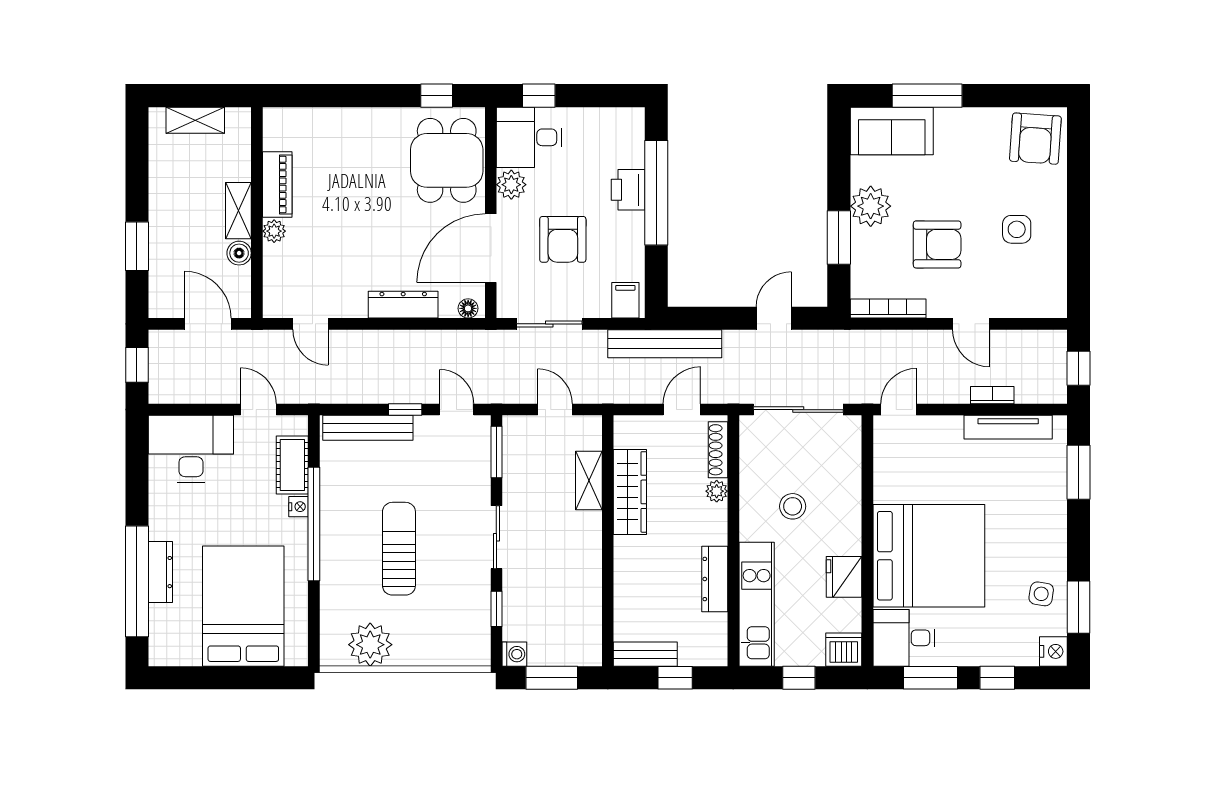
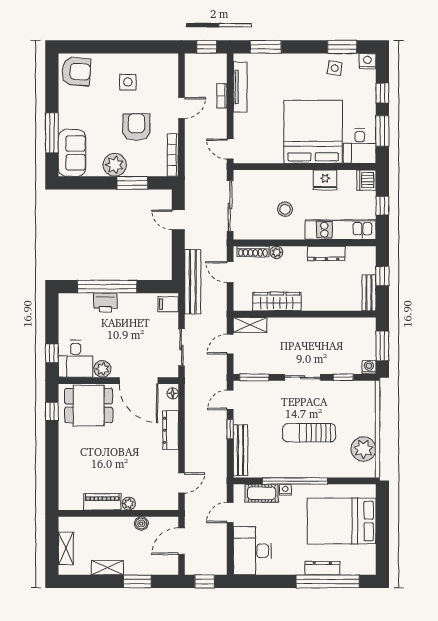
shelving: (238, 211) -> (107, 568), moved
armchair: (563, 239) -> (134, 340), removed
shelving: (589, 481) -> (250, 325), moved

